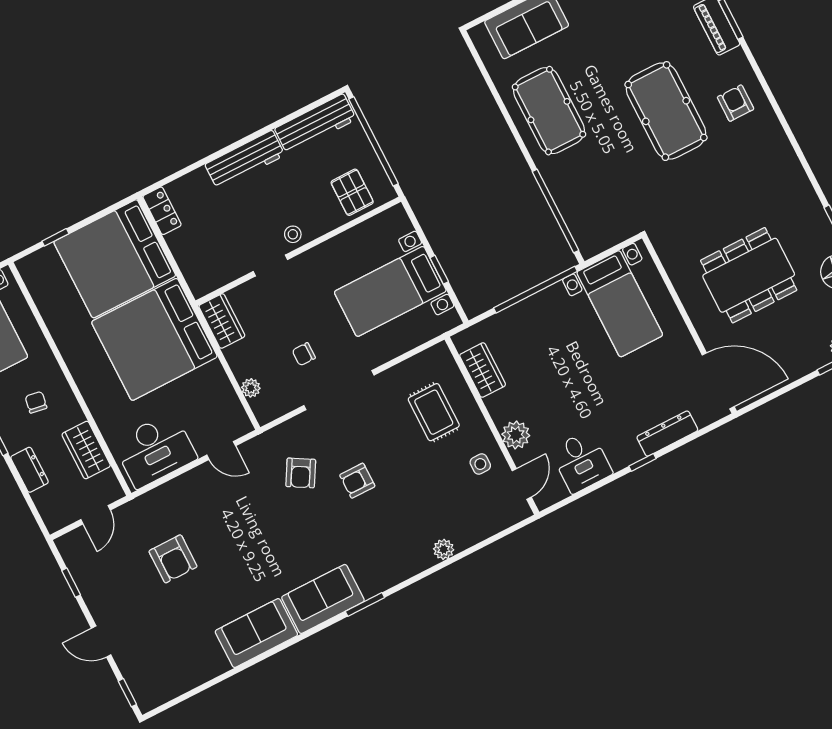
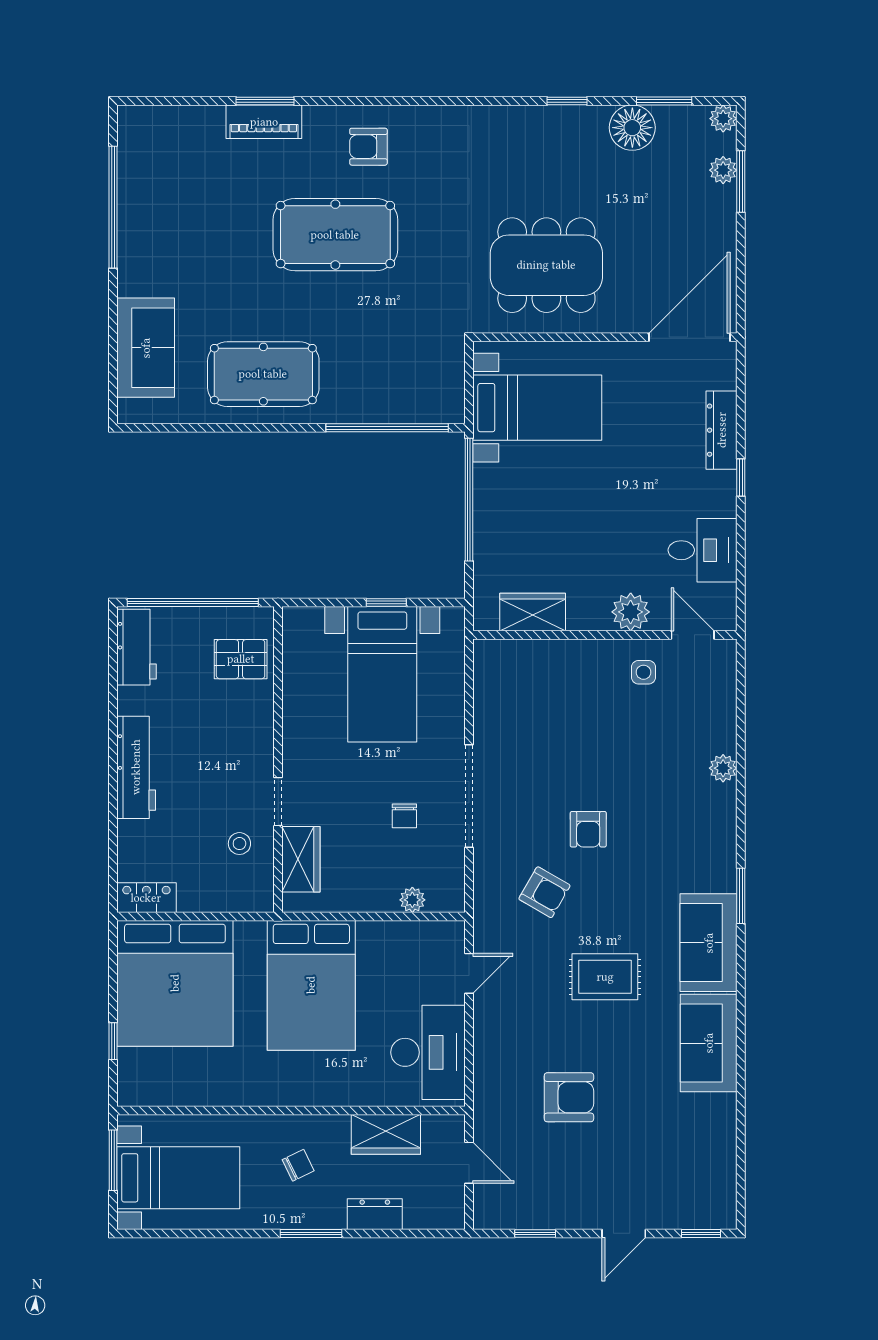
workbench: (315, 124) -> (137, 647), width x0.73
stool: (293, 234) -> (239, 844), moved
dining table: (749, 275) -> (546, 265), moved, turned 90
wardrobe: (222, 321) -> (301, 859), moved, turned 90
bed: (154, 339) -> (311, 985), width x0.73
chair: (36, 402) -> (298, 1165), turned 145
rug: (434, 412) -> (605, 977), moved

